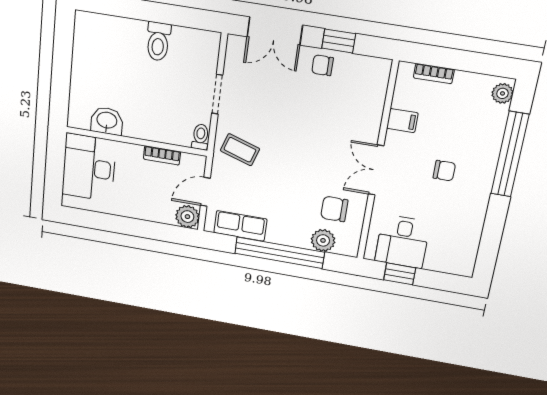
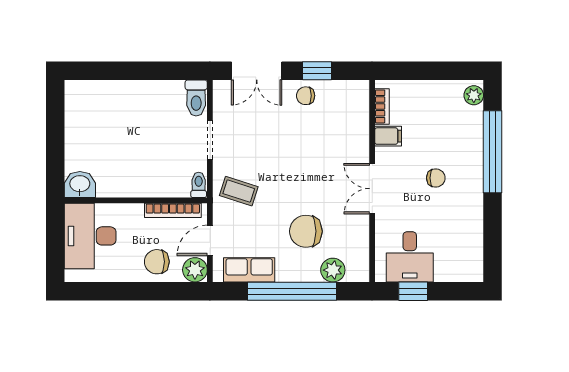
toilet: (158, 42) -> (196, 98), moved
bookcase: (434, 74) -> (382, 106), moved, turned -90
washbasin: (107, 121) -> (80, 184), moved
bookcase: (162, 155) -> (173, 210), width x1.56
chair: (151, 203) -> (157, 262), added
chair: (334, 209) -> (306, 231), moved, width x1.37, depth x1.37

